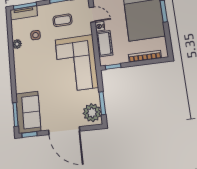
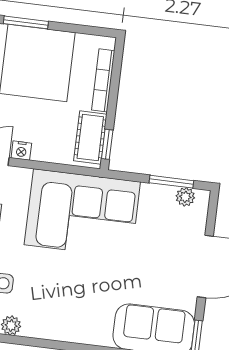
cot: (104, 44) -> (90, 137), moved, turned 90
plant: (92, 113) -> (185, 197), width x0.53, depth x0.53

